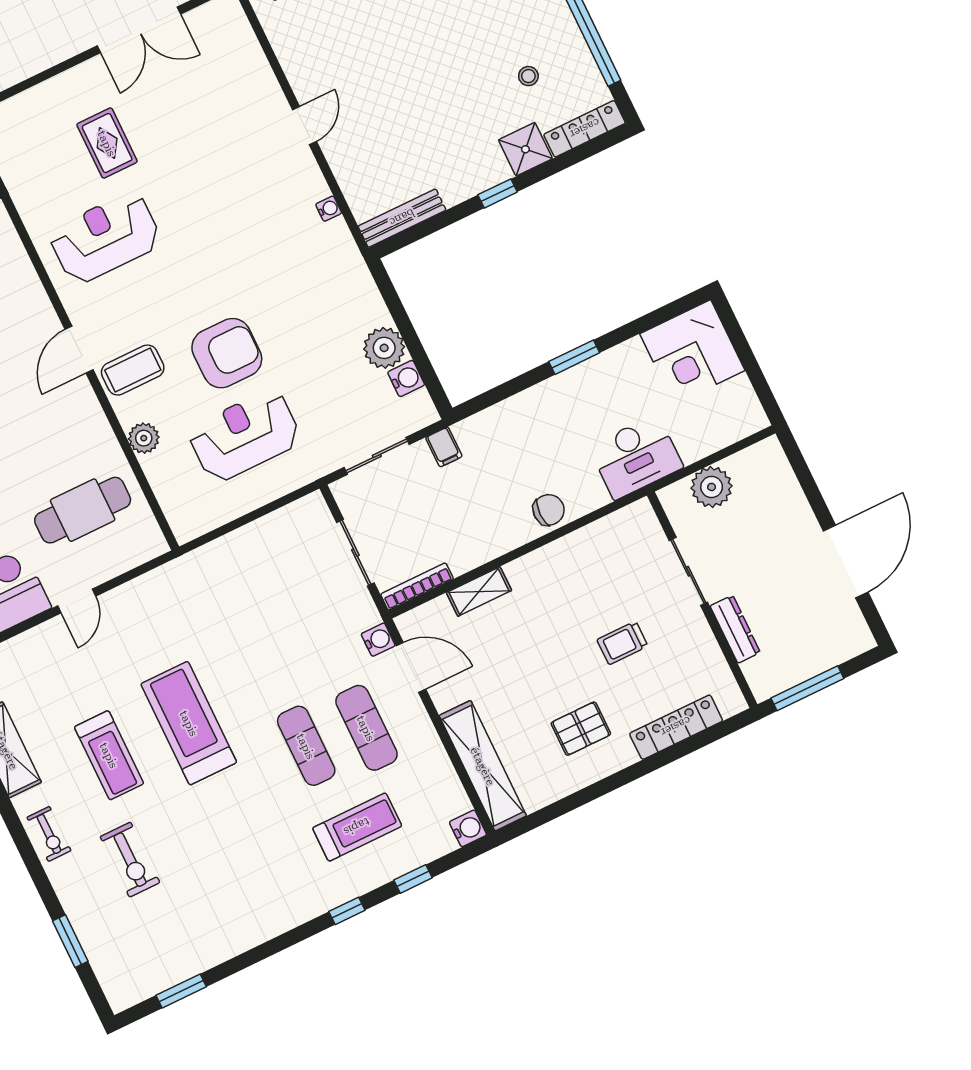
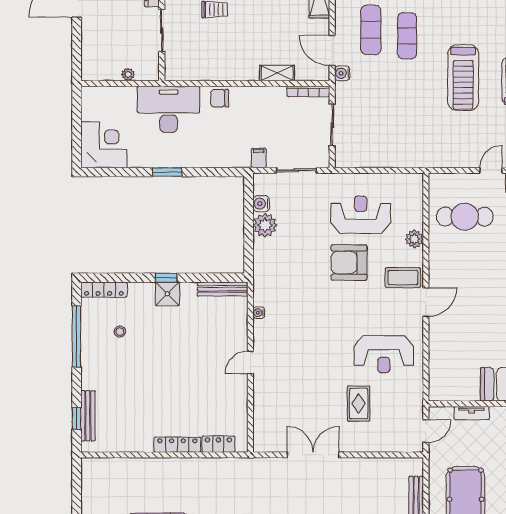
shower: (525, 149) -> (167, 294), moved
reception desk: (245, 436) -> (361, 215), turned 180
desk: (636, 457) -> (169, 109), width x1.36, depth x1.30
plant: (712, 487) -> (128, 74), width x0.53, depth x0.53

